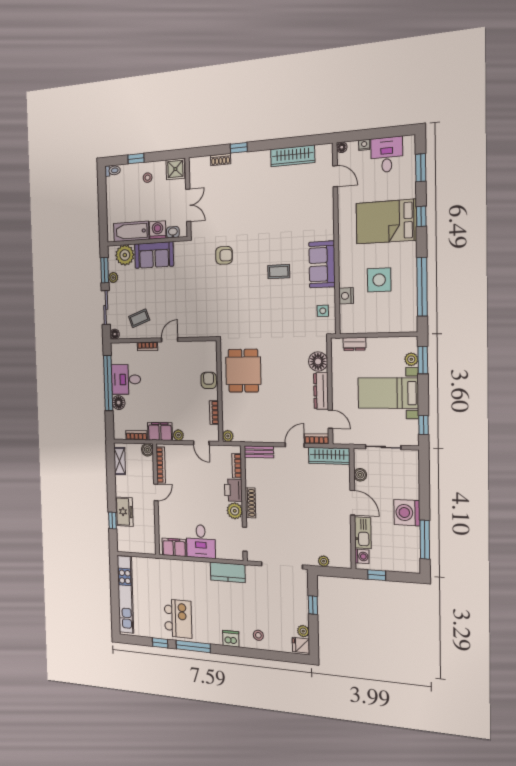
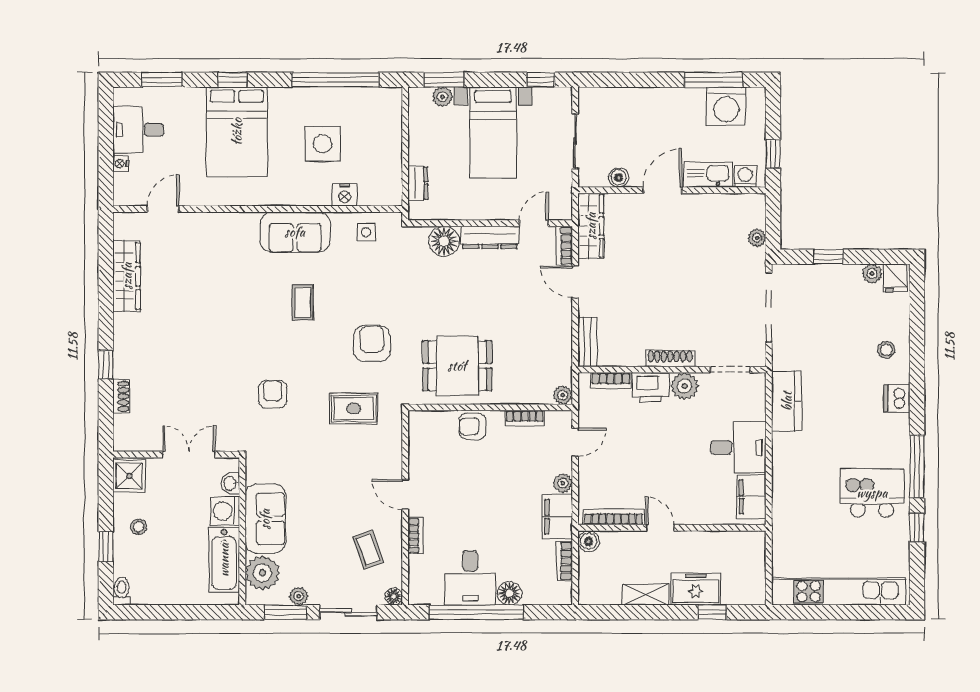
floor lamp: (342, 147) -> (121, 198), removed
rug: (217, 307) -> (354, 408), added
armchair: (255, 317) -> (372, 344), added
shelving: (120, 461) -> (646, 595), moved
washing machine: (407, 513) -> (726, 106), moved

